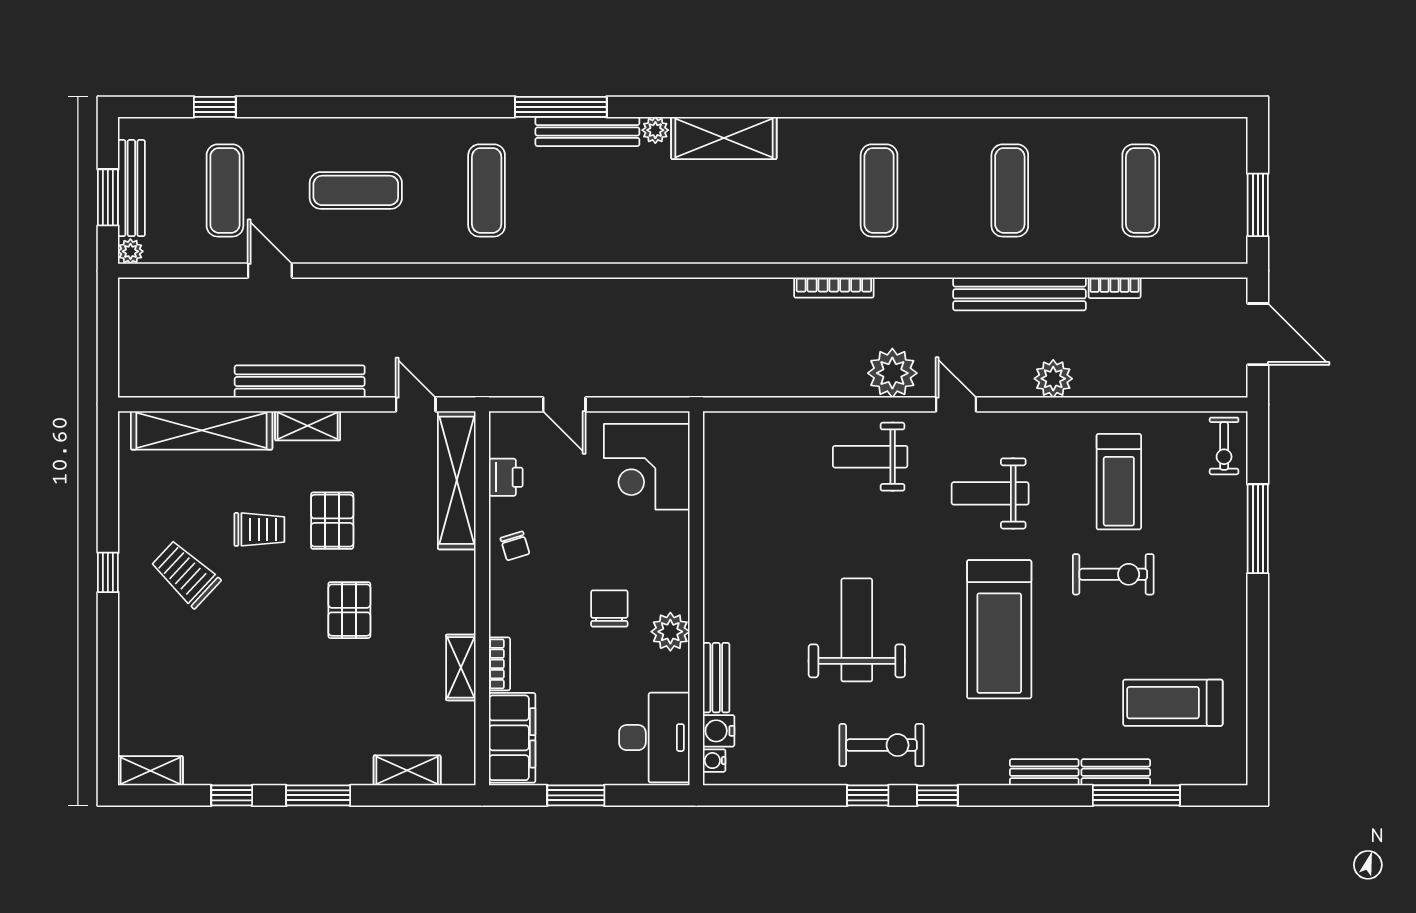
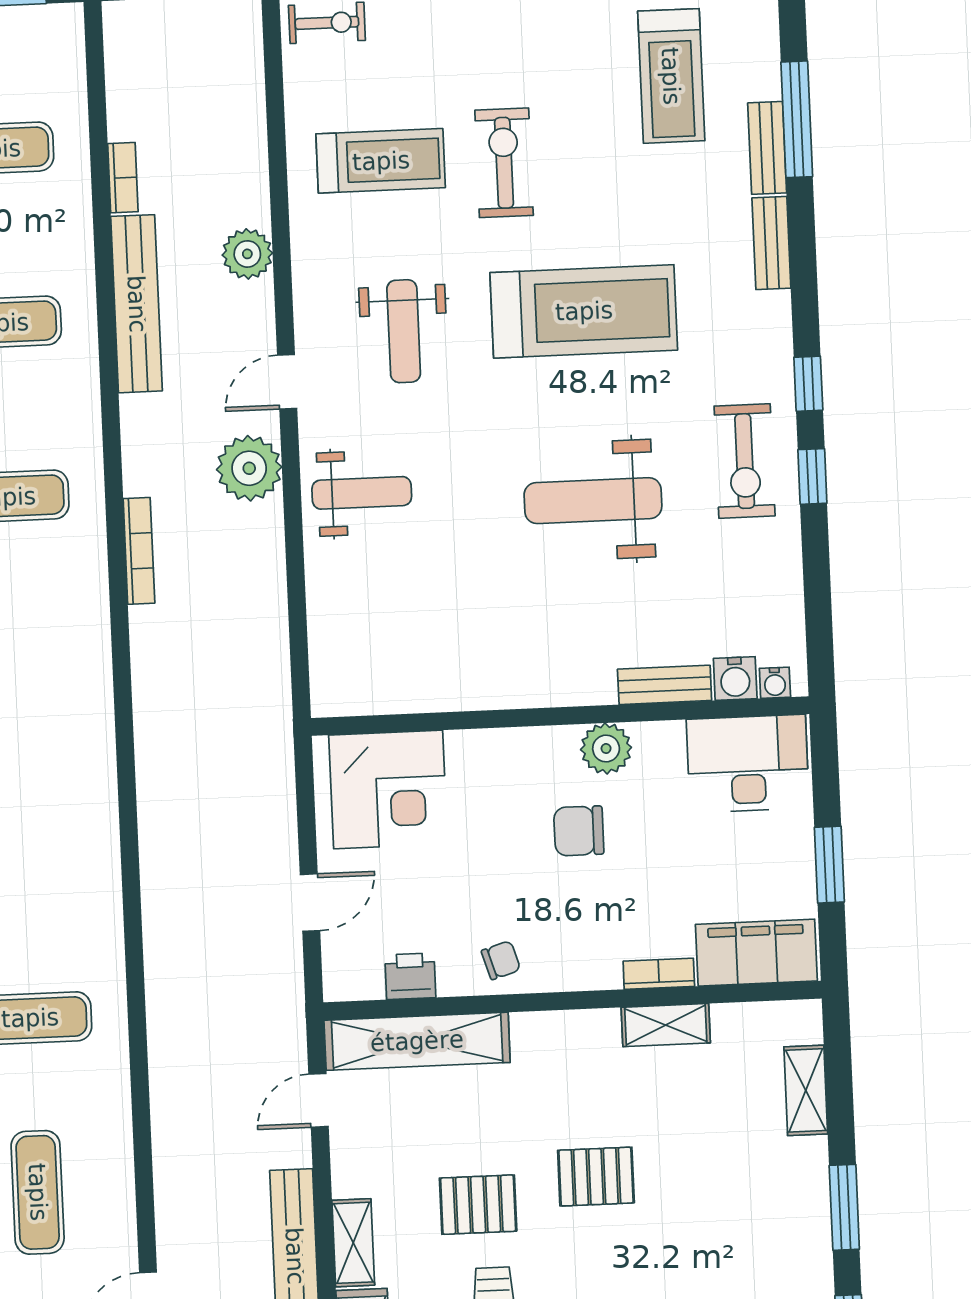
weight bench: (870, 457) -> (362, 493), turned -90
exercise bike: (882, 745) -> (745, 461), turned 180

